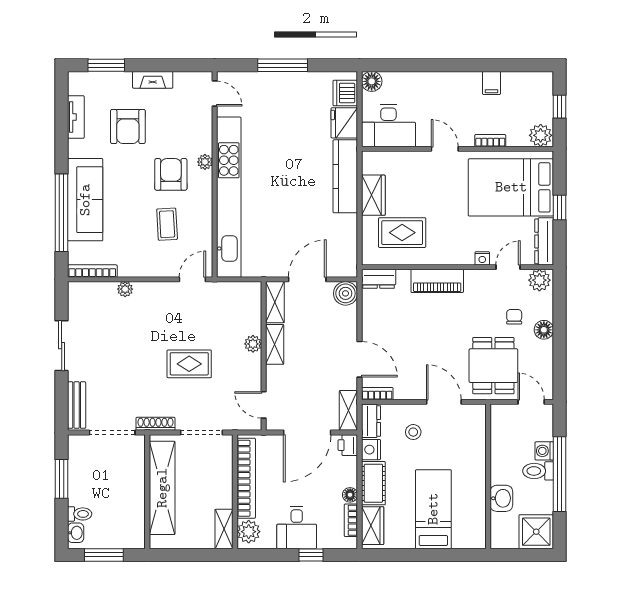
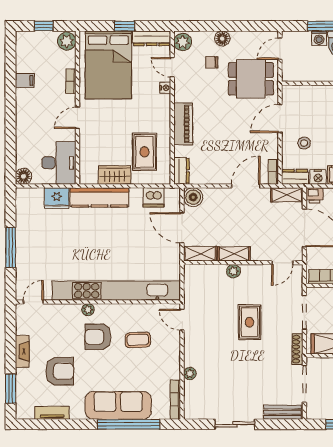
dishwasher: (345, 93) -> (154, 197), moved

